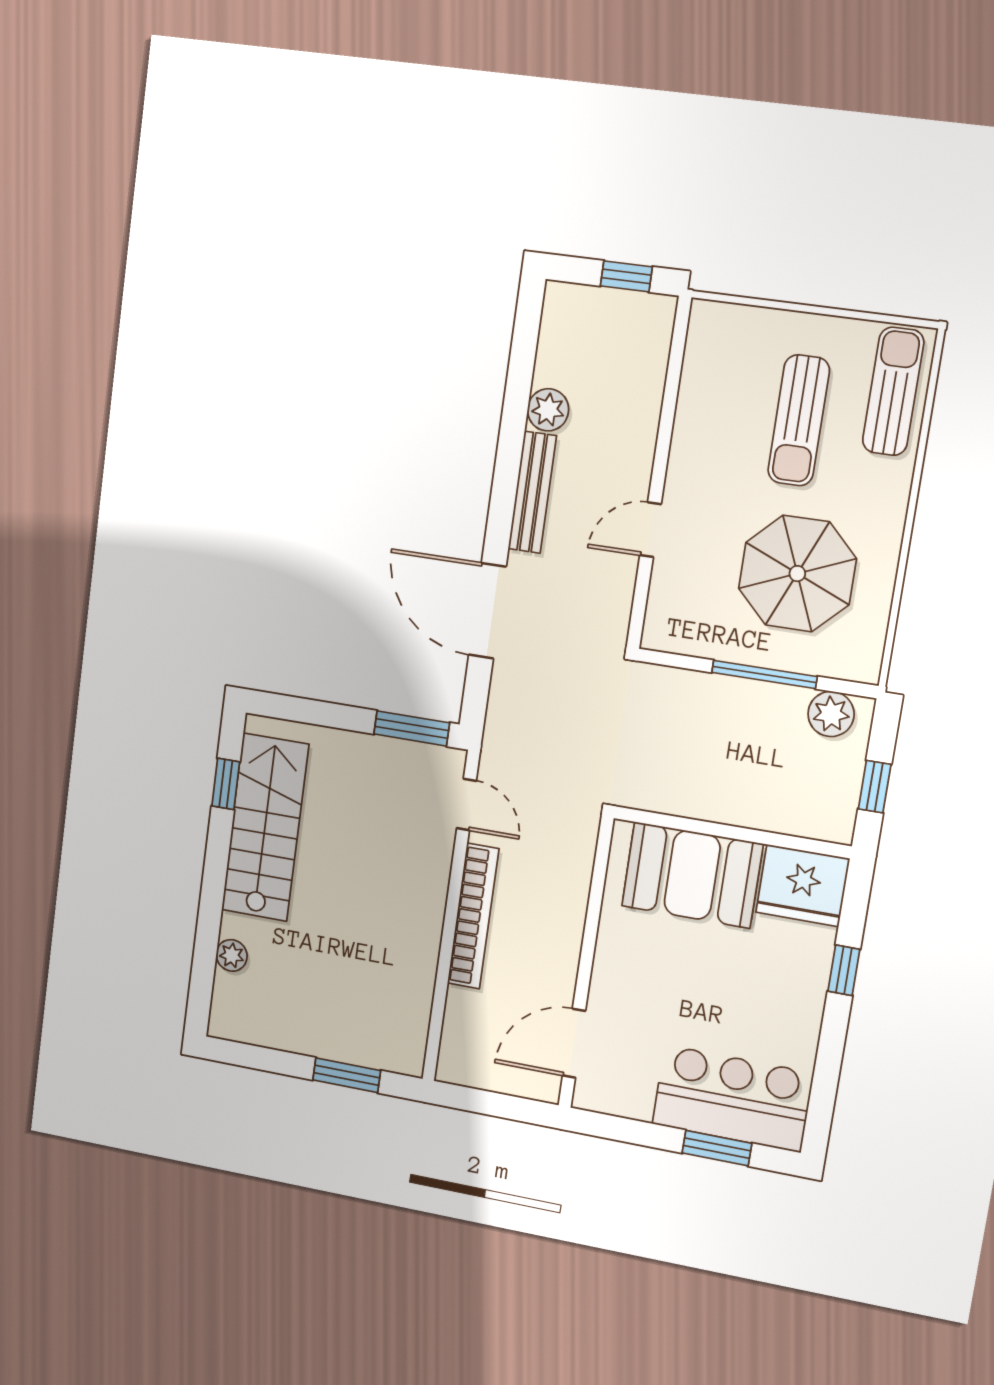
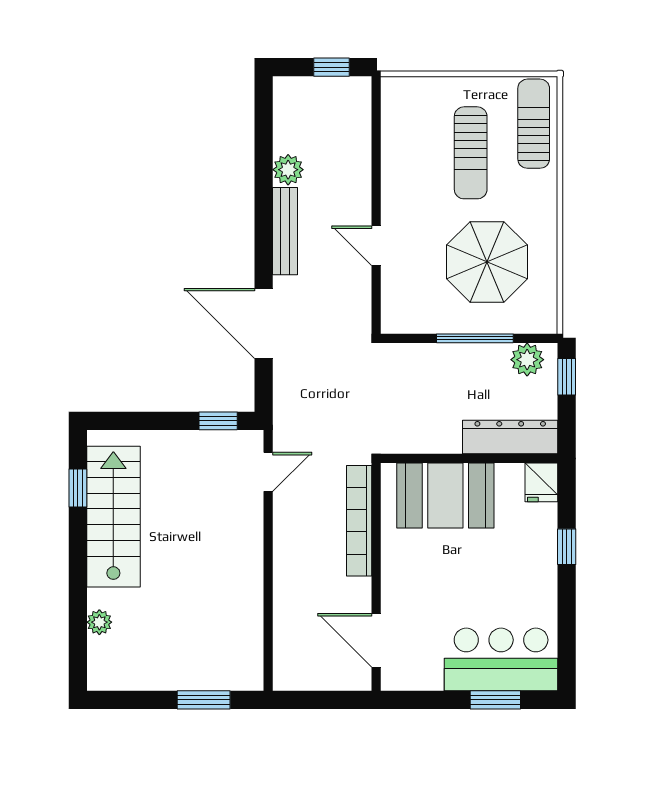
door: (650, 530) -> (376, 246), hinge flipped
window: (412, 728) -> (218, 421), width x0.67
window: (875, 787) -> (567, 377), moved
door: (466, 805) -> (268, 472), hinge flipped
dresser: (791, 813) -> (510, 437), added
fridge: (803, 885) -> (541, 482), width x0.53, depth x0.75
bookcase: (473, 916) -> (359, 521), moved, turned 180
door: (574, 1043) -> (376, 640), hinge flipped

